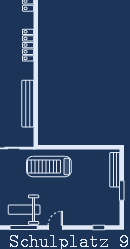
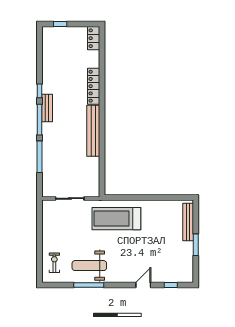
bench: (28, 104) -> (93, 131), moved
door: (55, 227) -> (143, 285), moved

